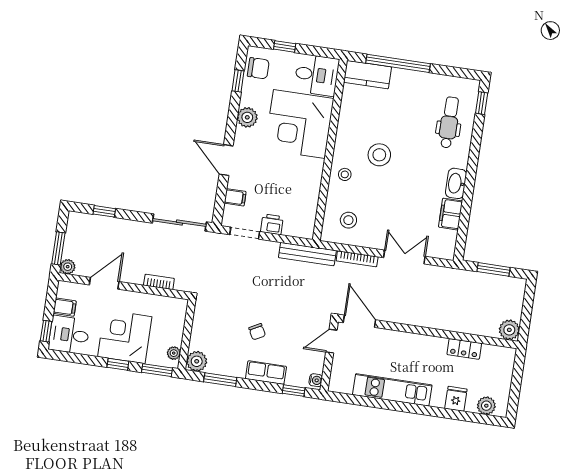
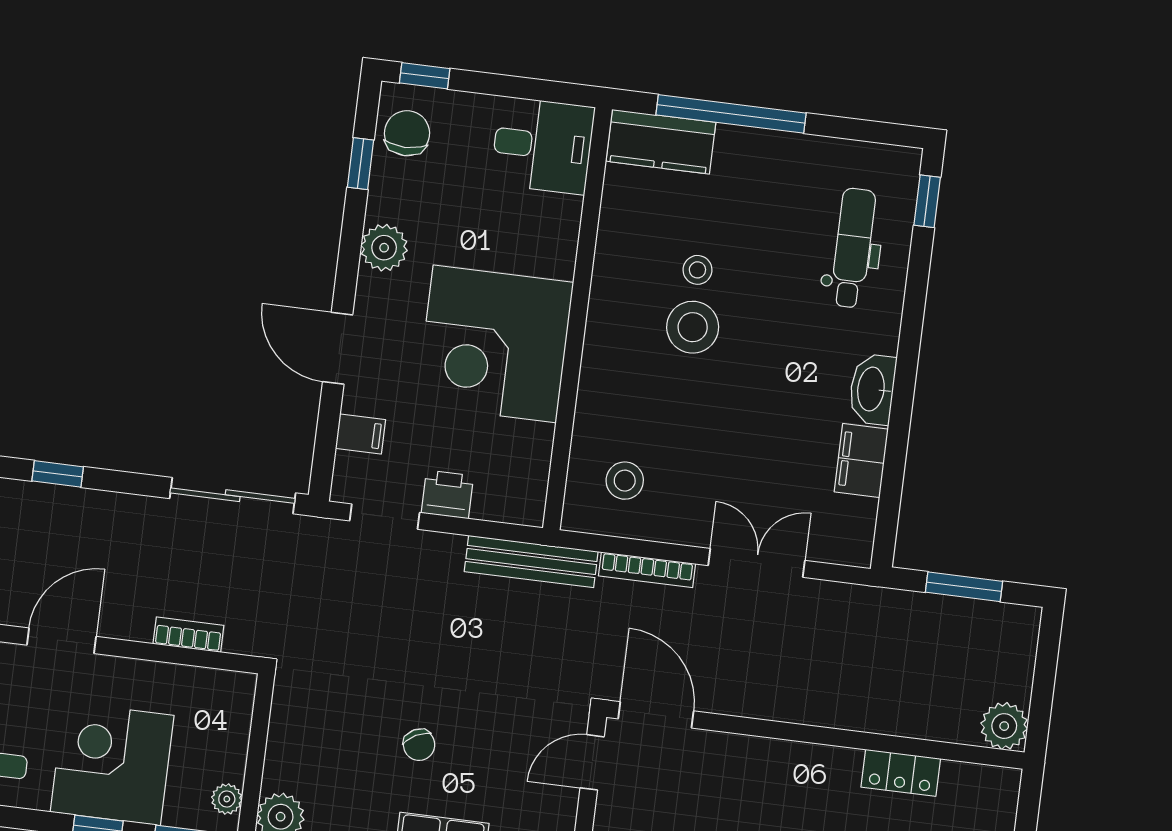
window: (285, 46) -> (425, 76), moved
chair: (258, 68) -> (407, 133), turned -90
corner desk: (299, 124) -> (495, 344), moved
stool: (345, 174) -> (697, 270), moved

